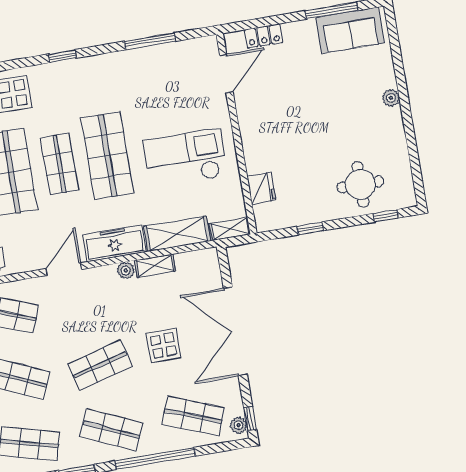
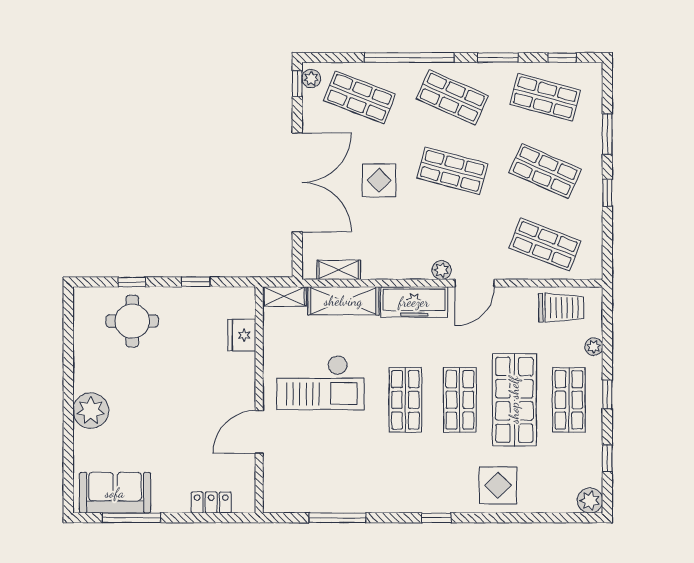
door: (226, 74) -> (259, 432), moved
plant: (391, 98) -> (91, 411), width x1.88, depth x1.88
shop shelf: (107, 156) -> (405, 400), width x0.70, depth x0.74
window: (386, 216) -> (132, 282), moved
shelving: (155, 266) -> (339, 270), moved
plant: (126, 270) -> (442, 270), moved
shop shelf: (100, 365) -> (452, 171), turned 30

